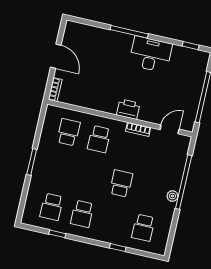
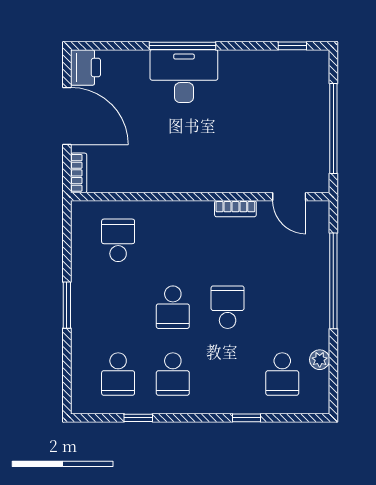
desk: (151, 54) -> (184, 76), moved
door: (56, 56) -> (67, 116), width x1.36
printer: (128, 109) -> (86, 67), moved, turned 90
door: (170, 129) -> (289, 197), swing flipped
school desk: (99, 139) -> (173, 307), moved
plant: (172, 196) -> (320, 360), moved

